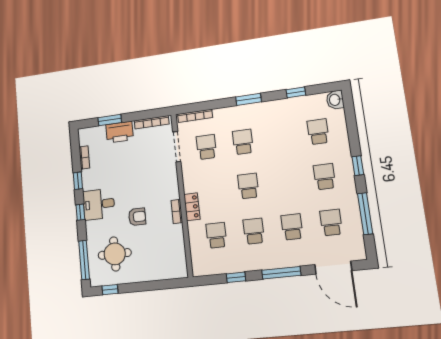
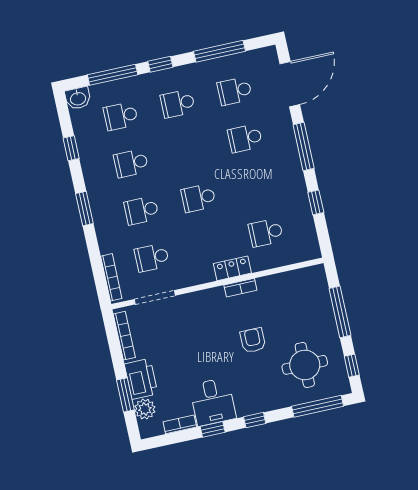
window: (352, 128) -> (113, 75), added
plant: (98, 133) -> (145, 409), added
desk: (99, 204) -> (213, 402), moved
school desk: (254, 231) -> (131, 163), moved
window: (150, 286) -> (340, 312), added

